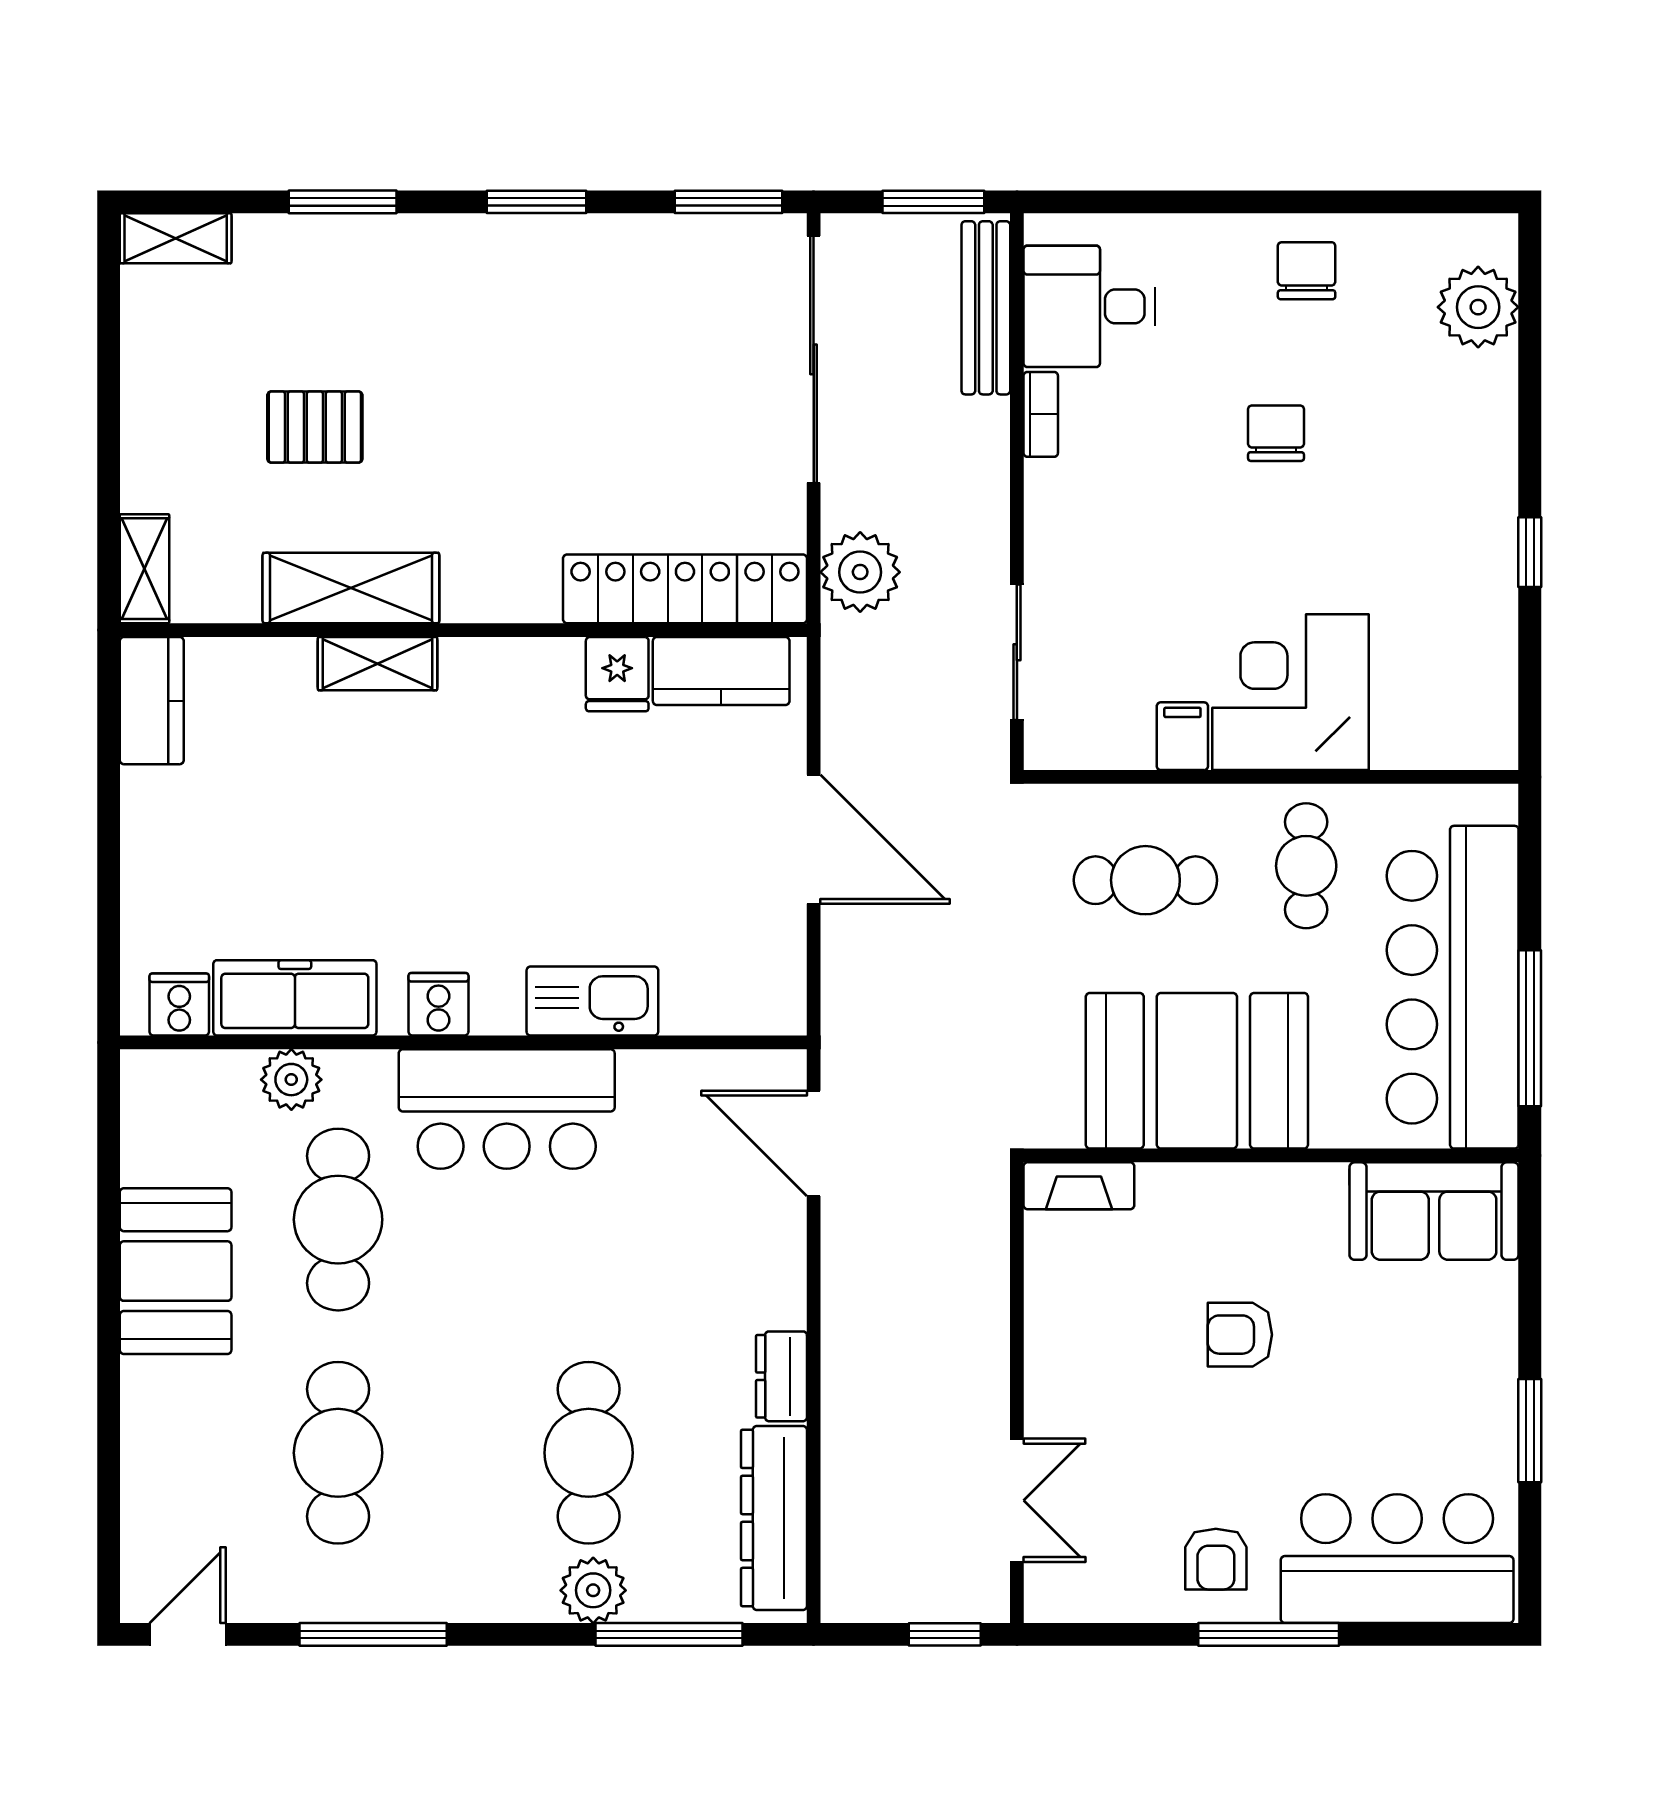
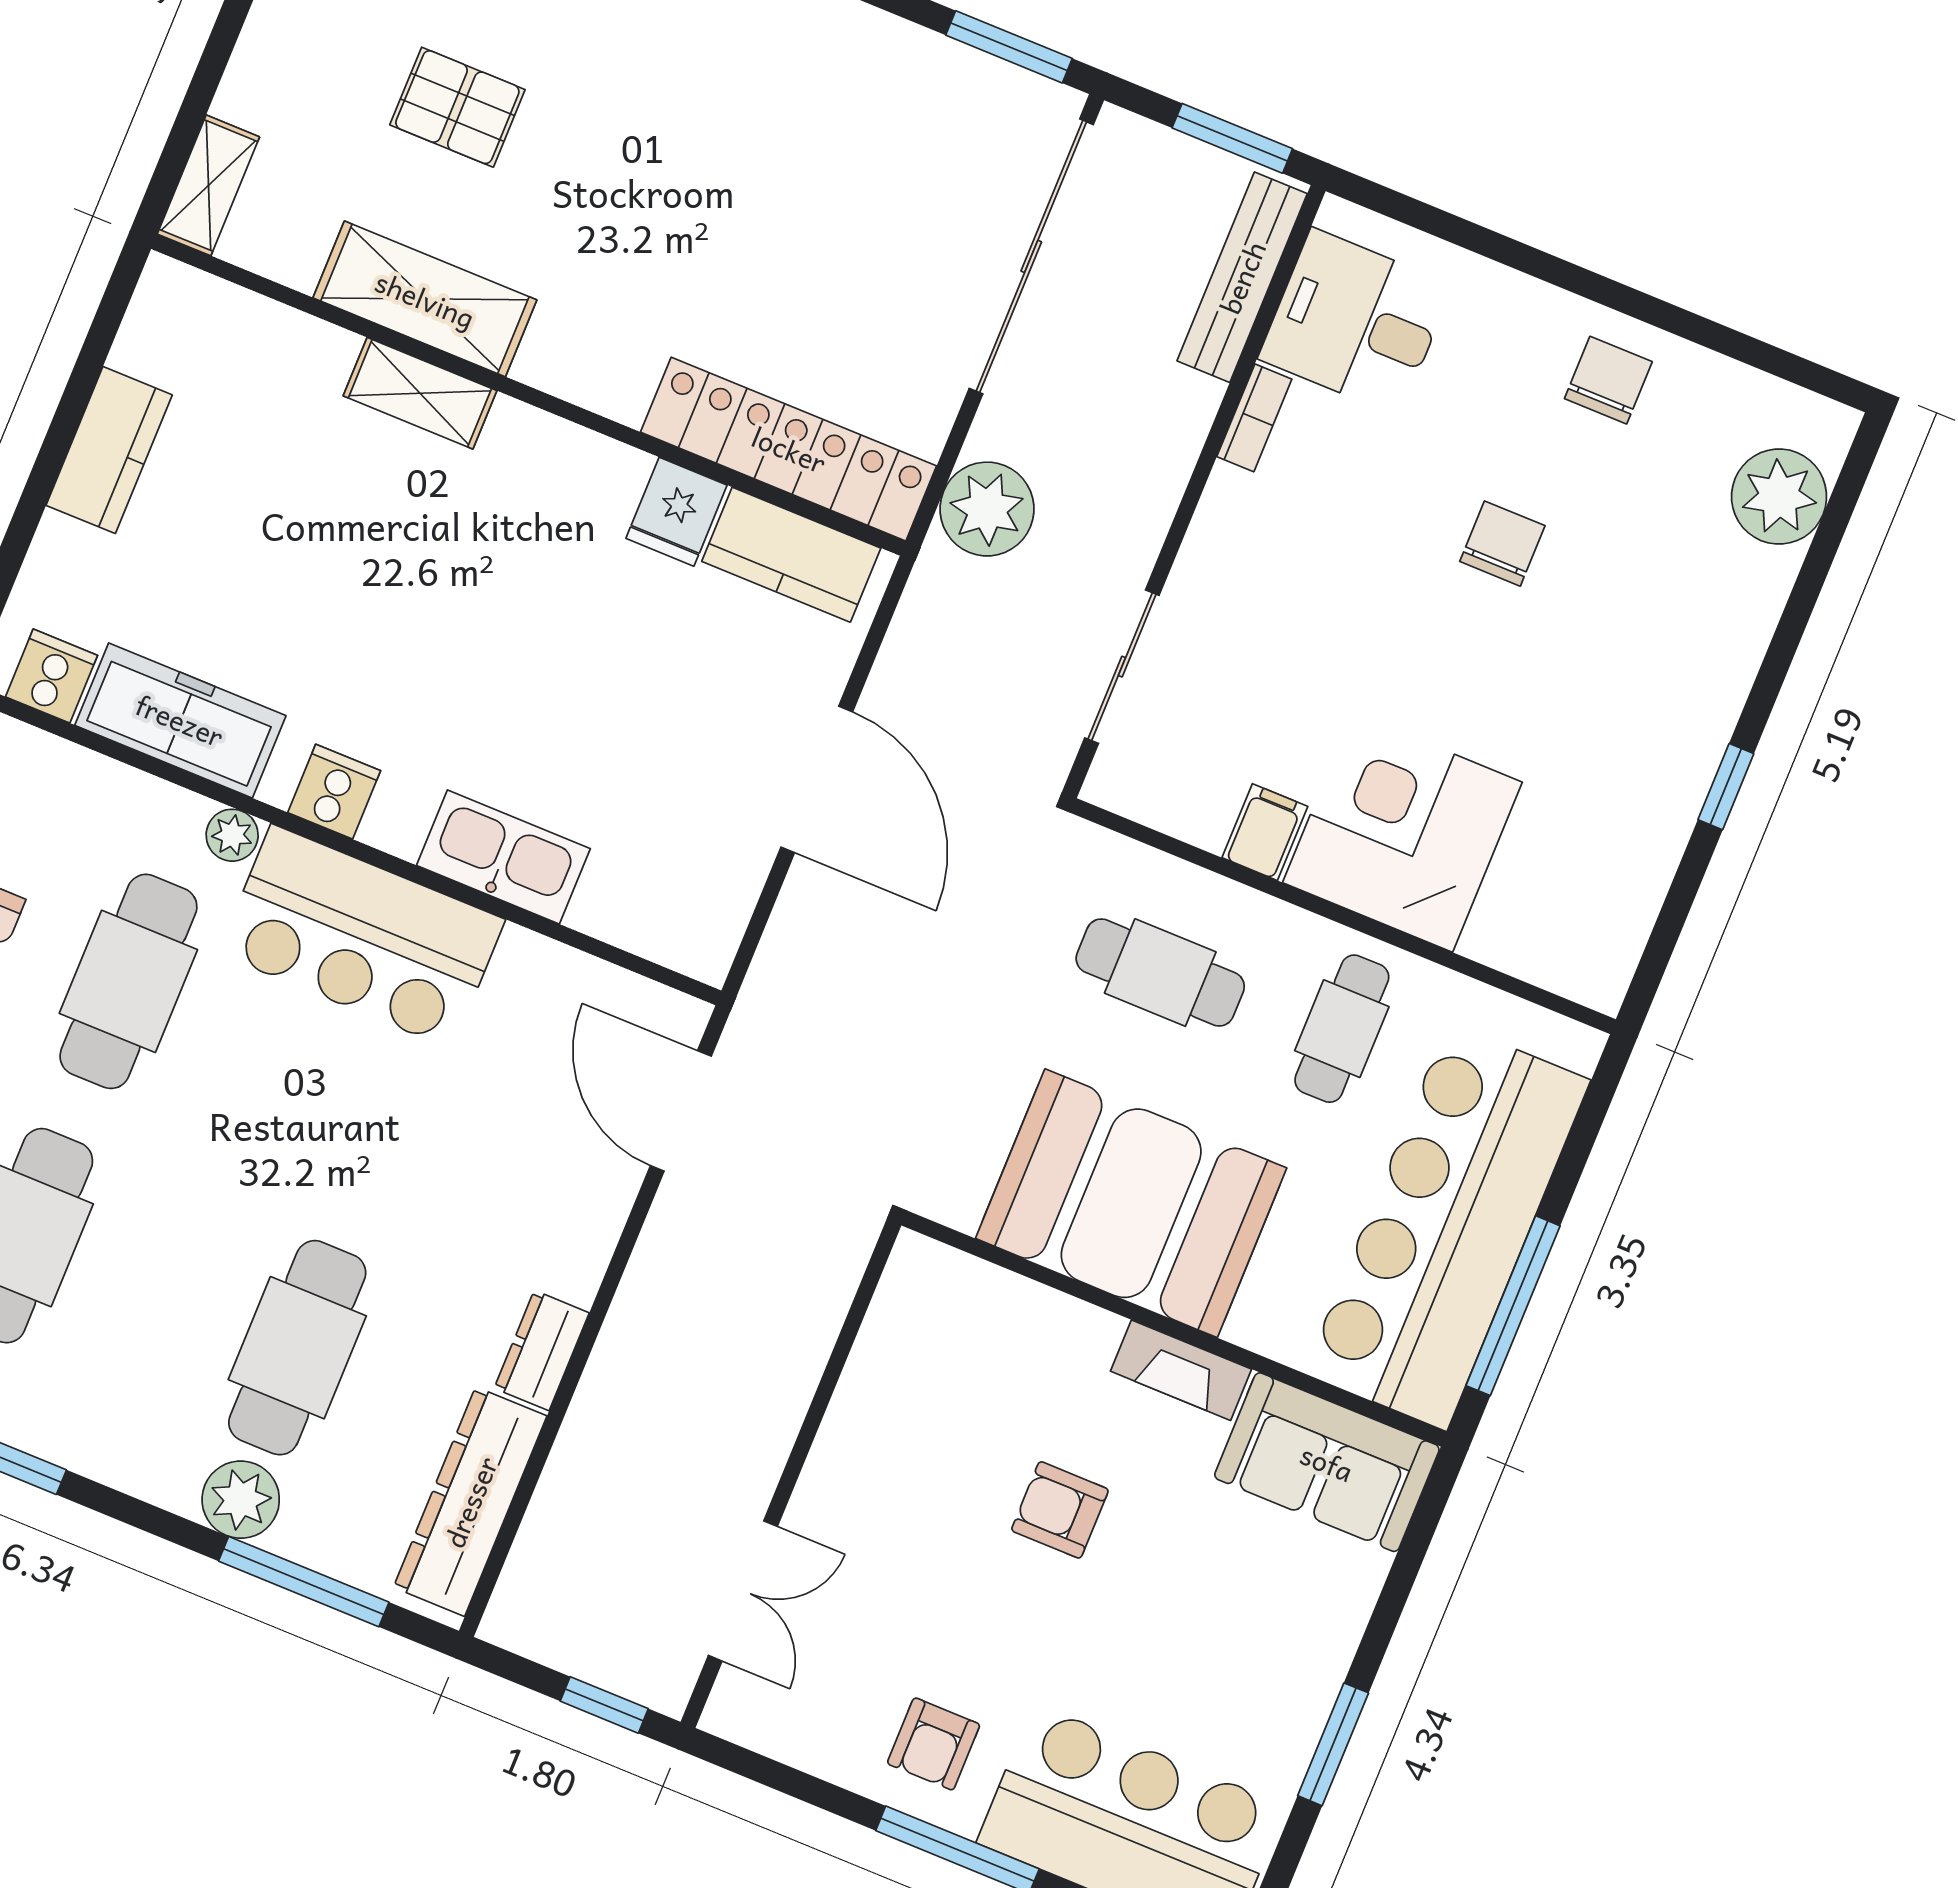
kitchen counter: (152, 701) -> (109, 450), moved
plant: (291, 1080) -> (232, 835), moved, width x0.73, depth x0.73
fireplace: (1079, 1186) -> (1181, 1370), moved

